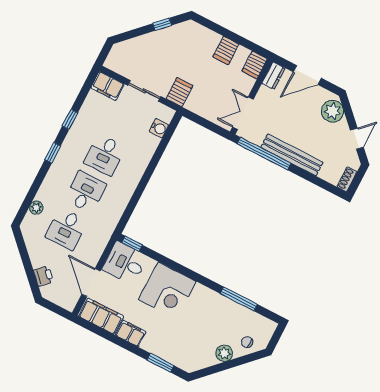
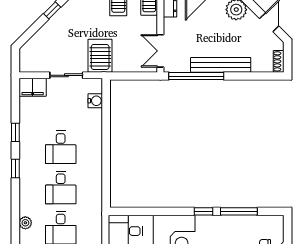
server rack: (179, 92) -> (100, 56), width x1.36, depth x1.44
desk: (86, 192) -> (61, 188), turned 180
window: (132, 244) -> (204, 211), moved

